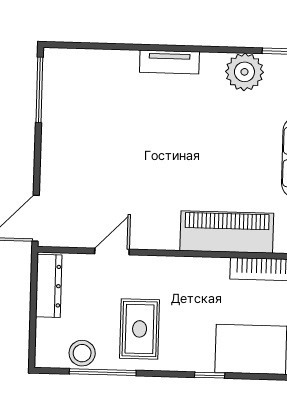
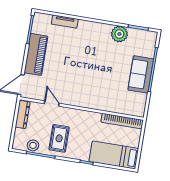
tv unit: (169, 62) -> (65, 22), moved
piano: (227, 232) -> (36, 54), moved, turned 90
door: (112, 252) -> (52, 103), hinge flipped

